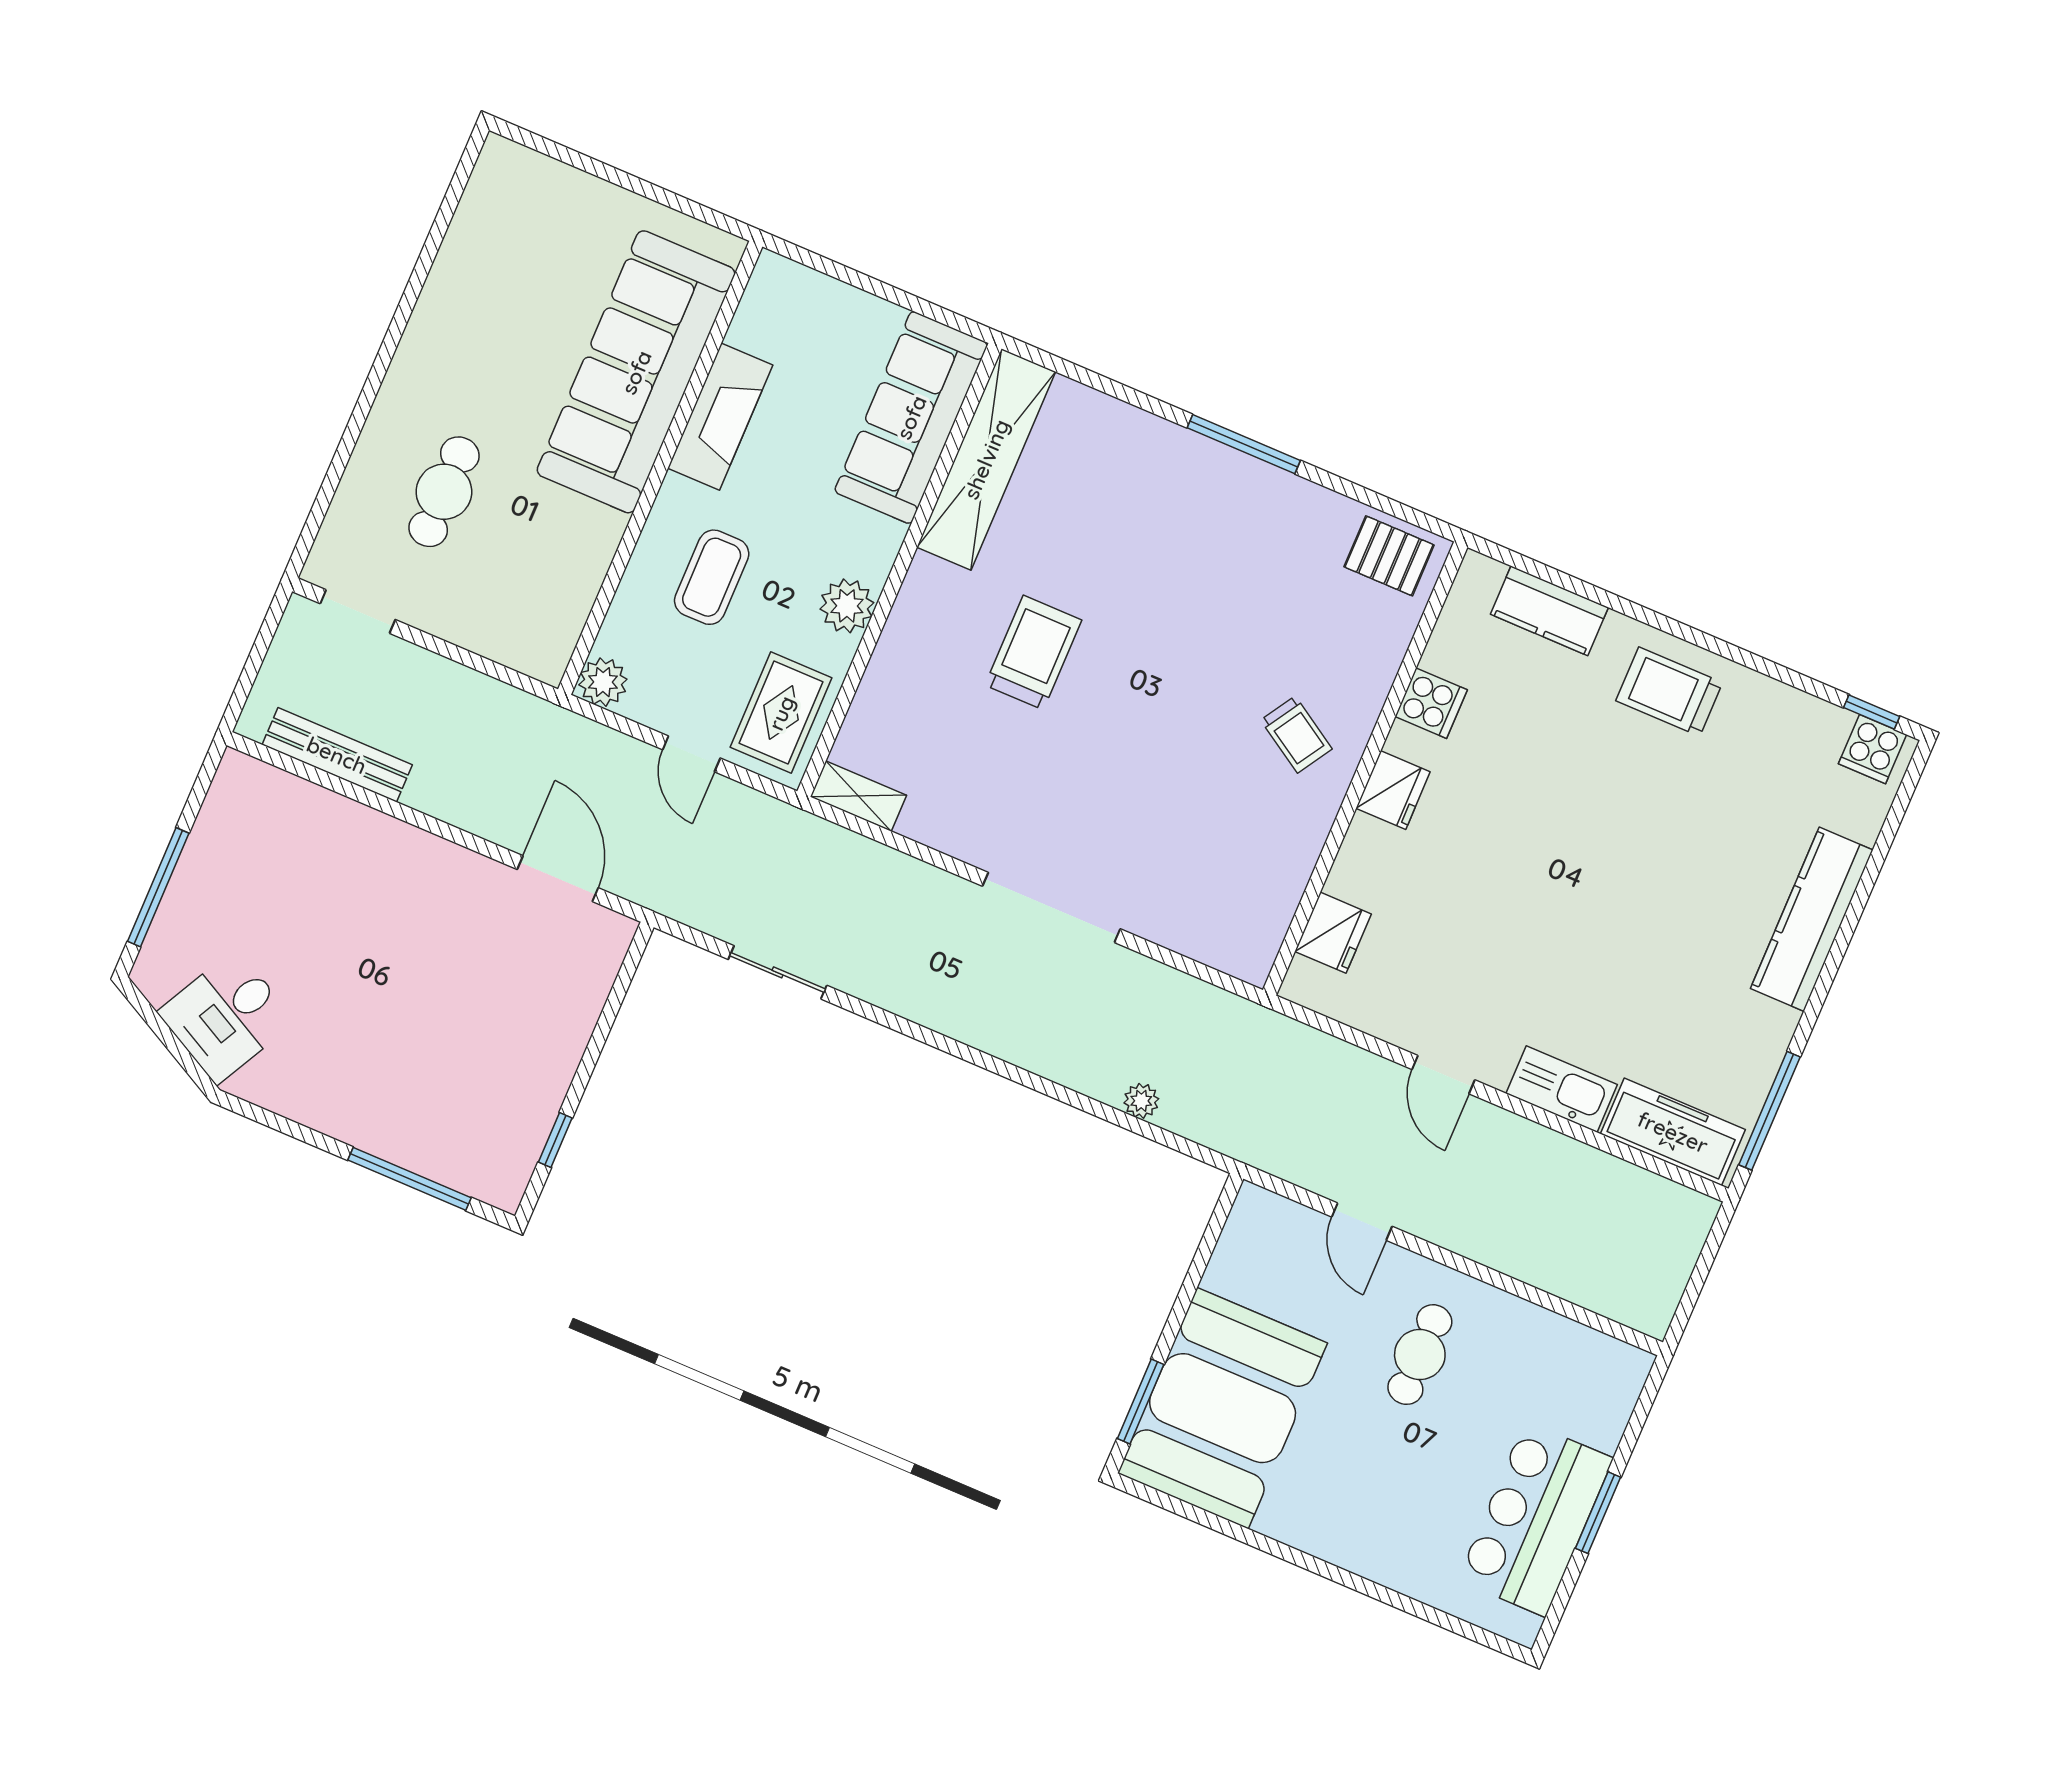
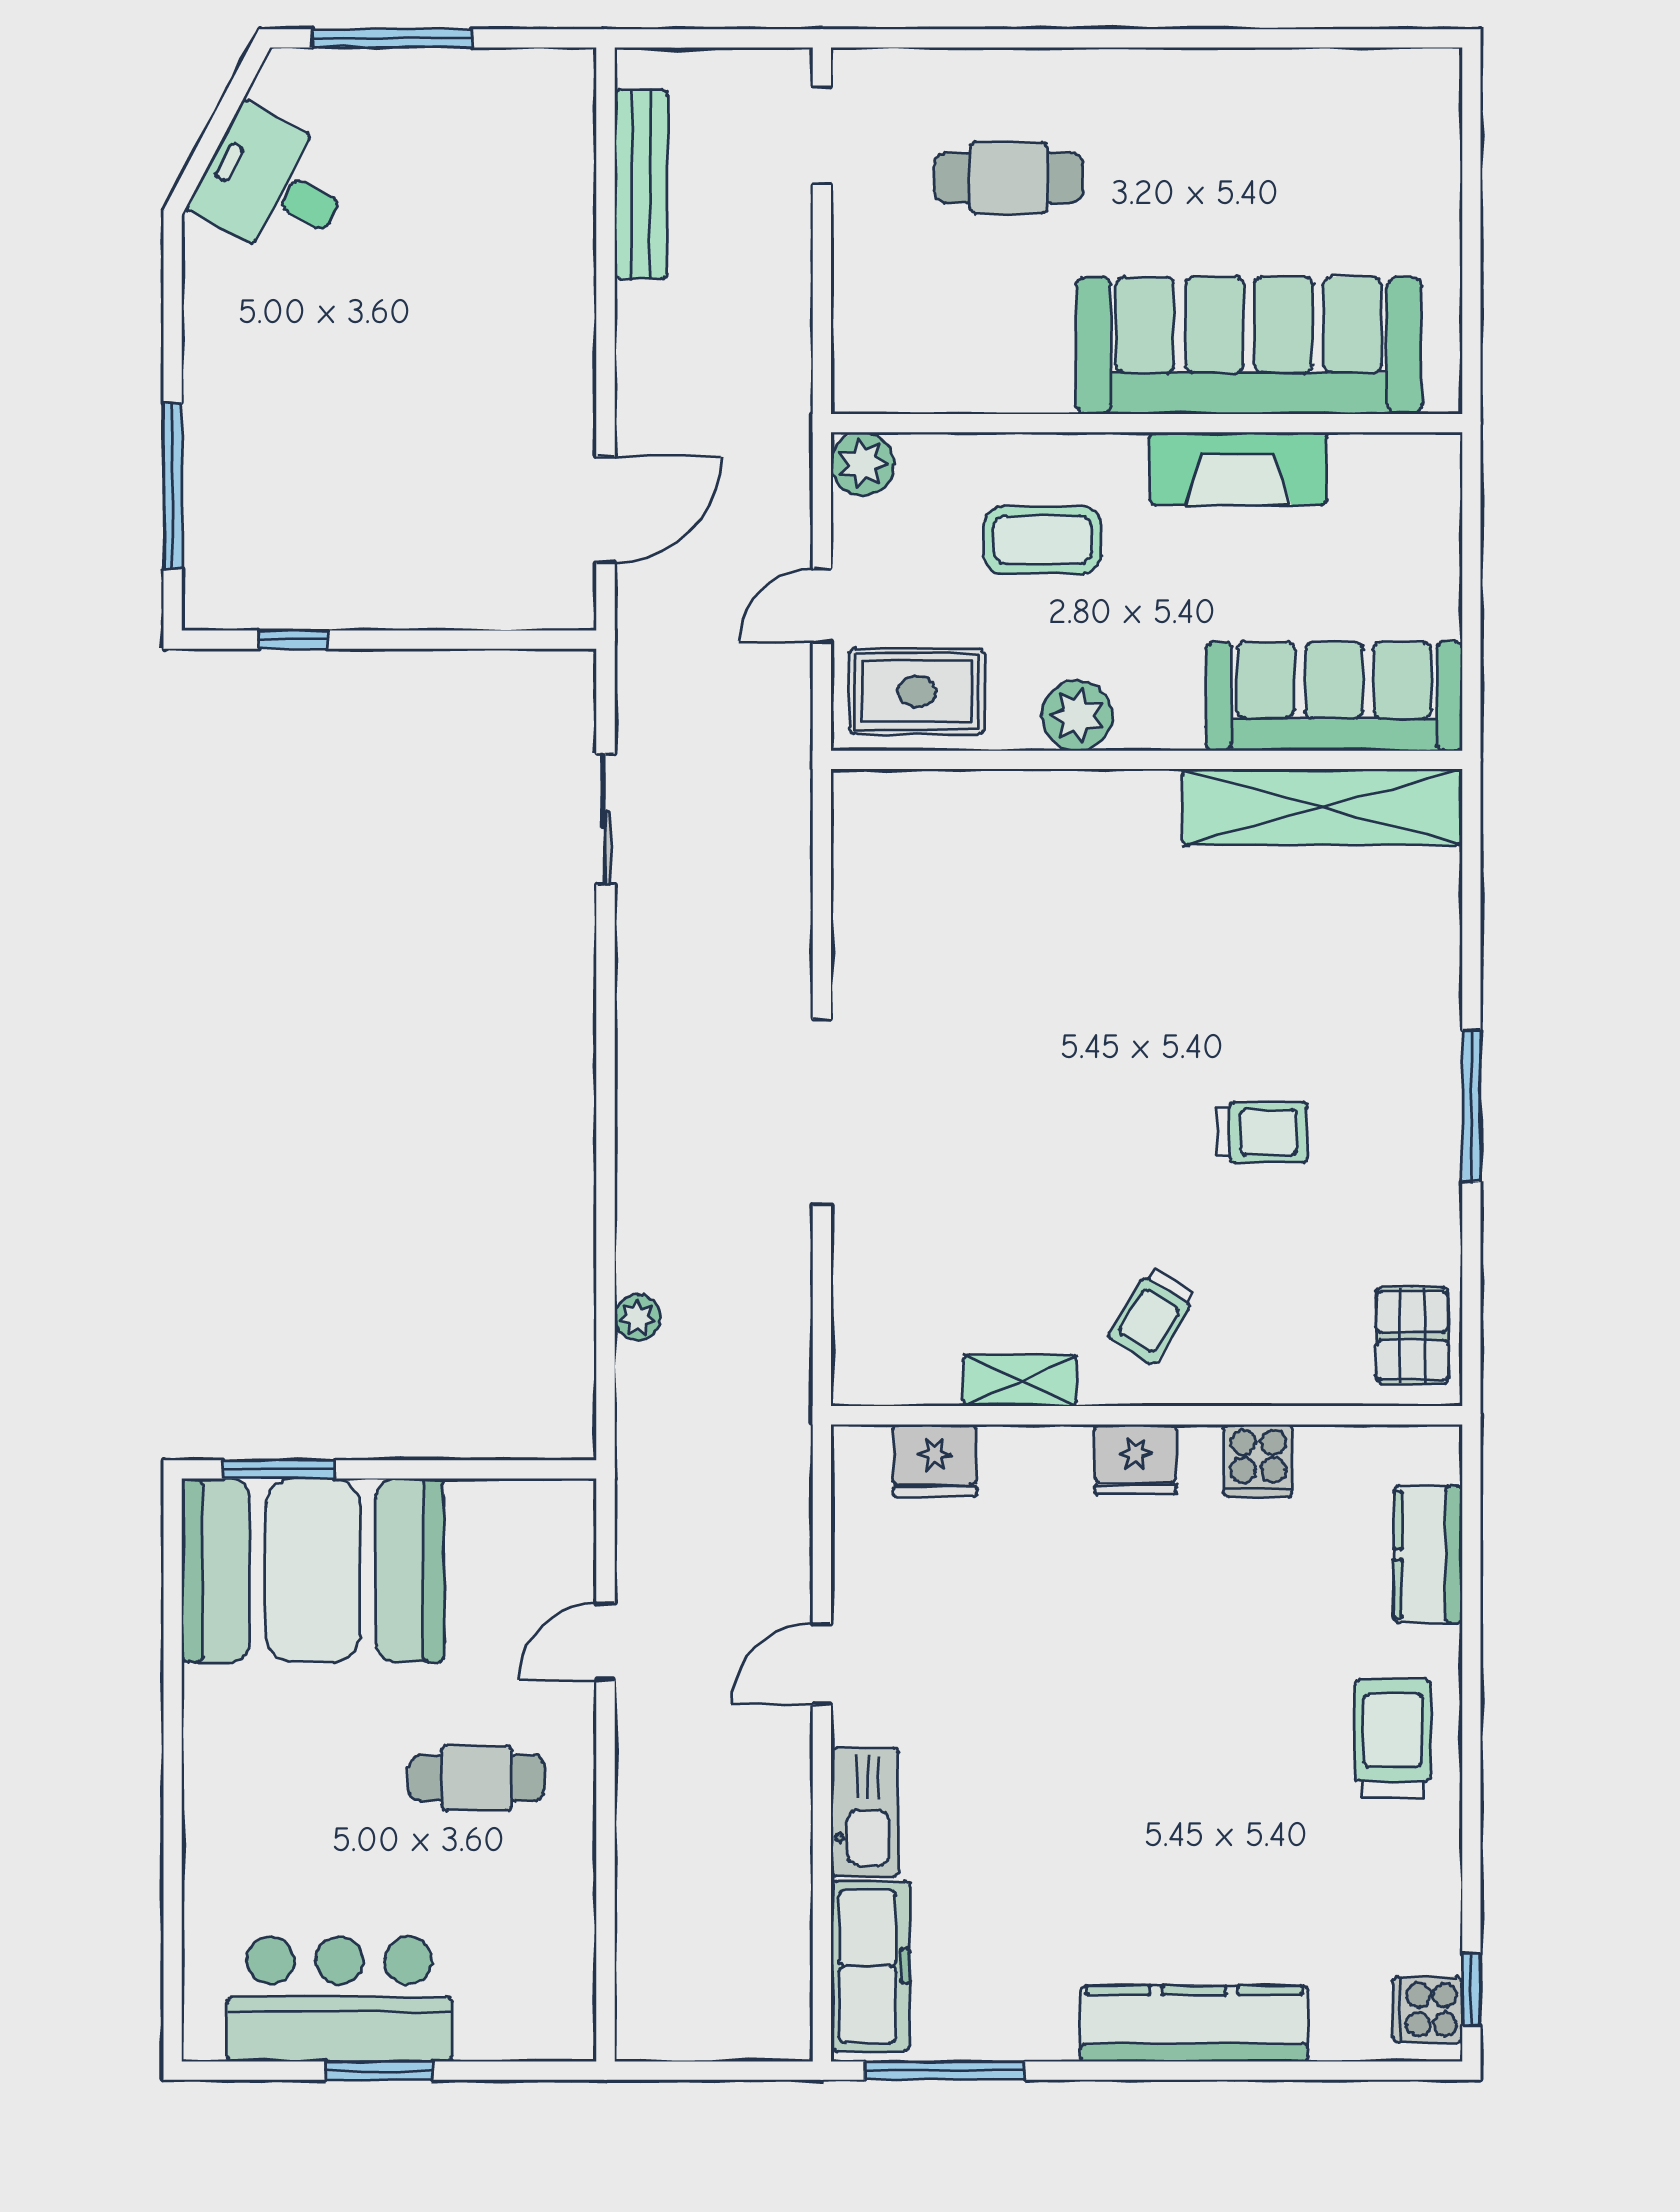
trolley: (1033, 653) -> (1262, 1132), moved, width x0.73, depth x0.72
shelving: (858, 796) -> (1020, 1381), moved, turned 90

